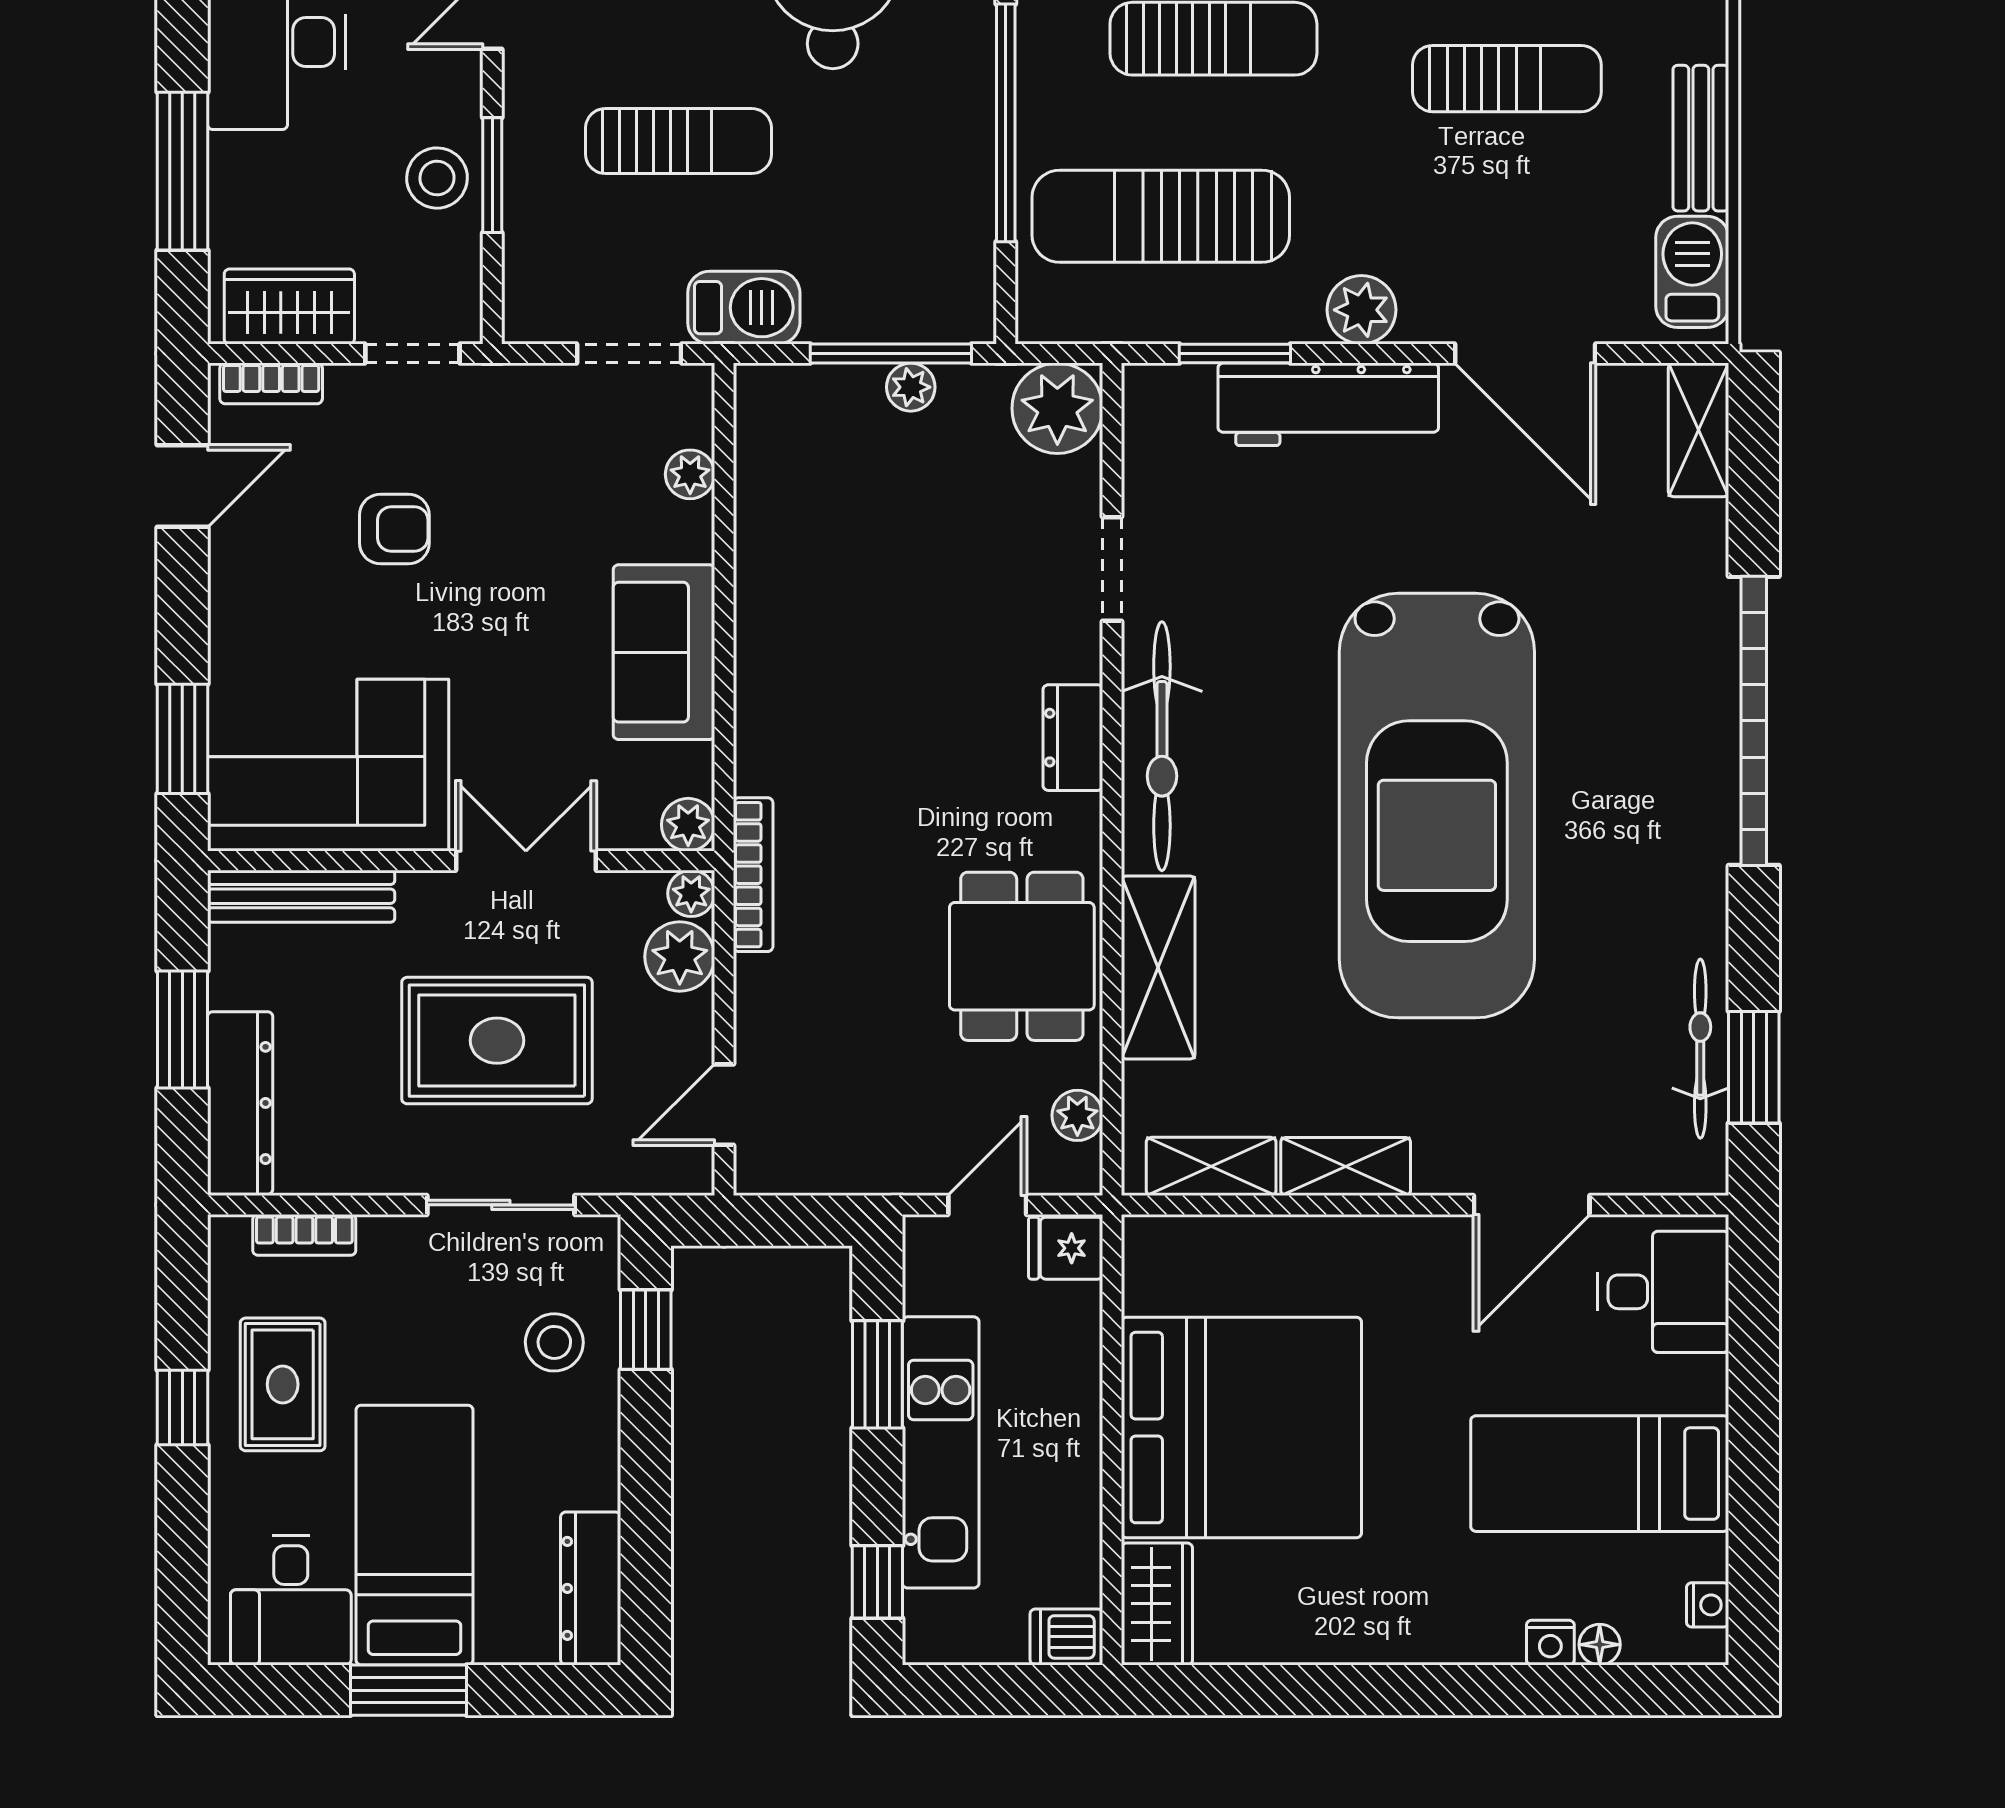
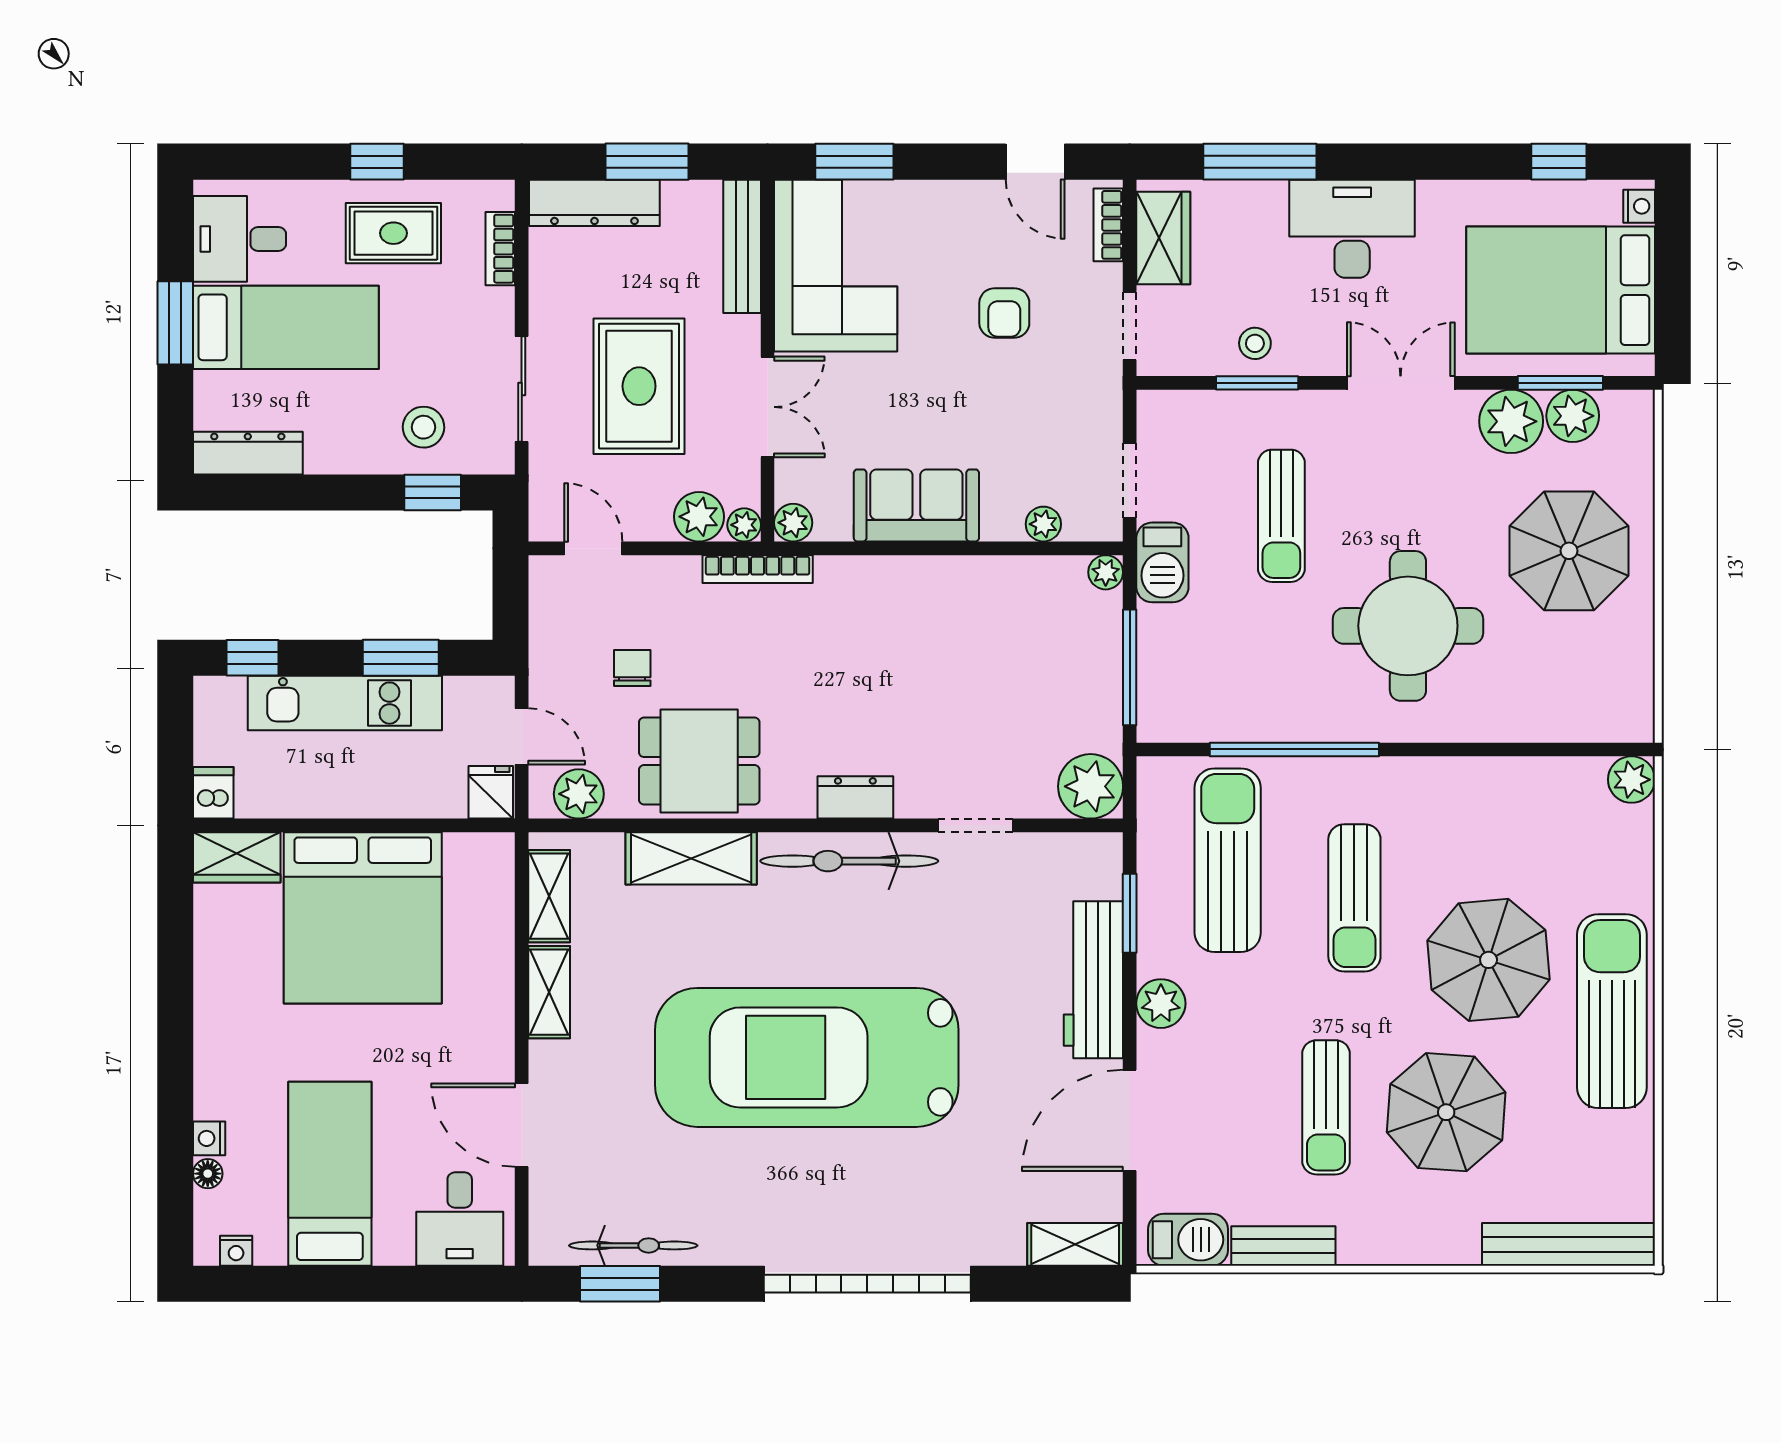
stool: (437, 178) -> (1255, 343), width x0.73, depth x0.73
plant: (911, 387) -> (1106, 572), moved
chair: (892, 1050) -> (632, 668), added
plant: (1077, 1115) -> (579, 794), width x1.38, depth x1.38

